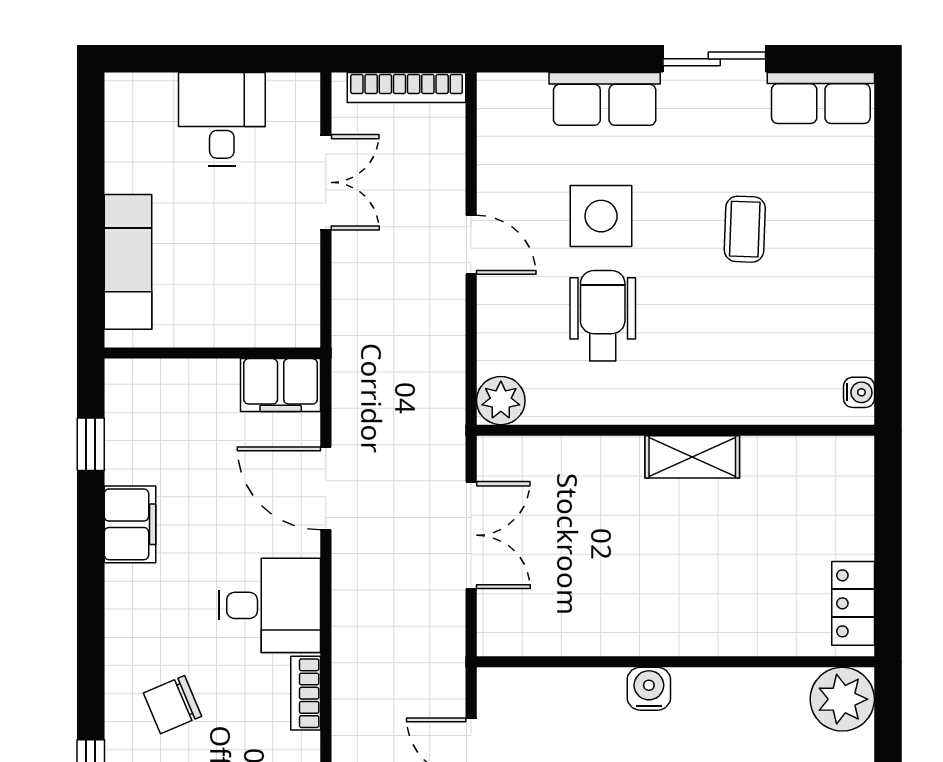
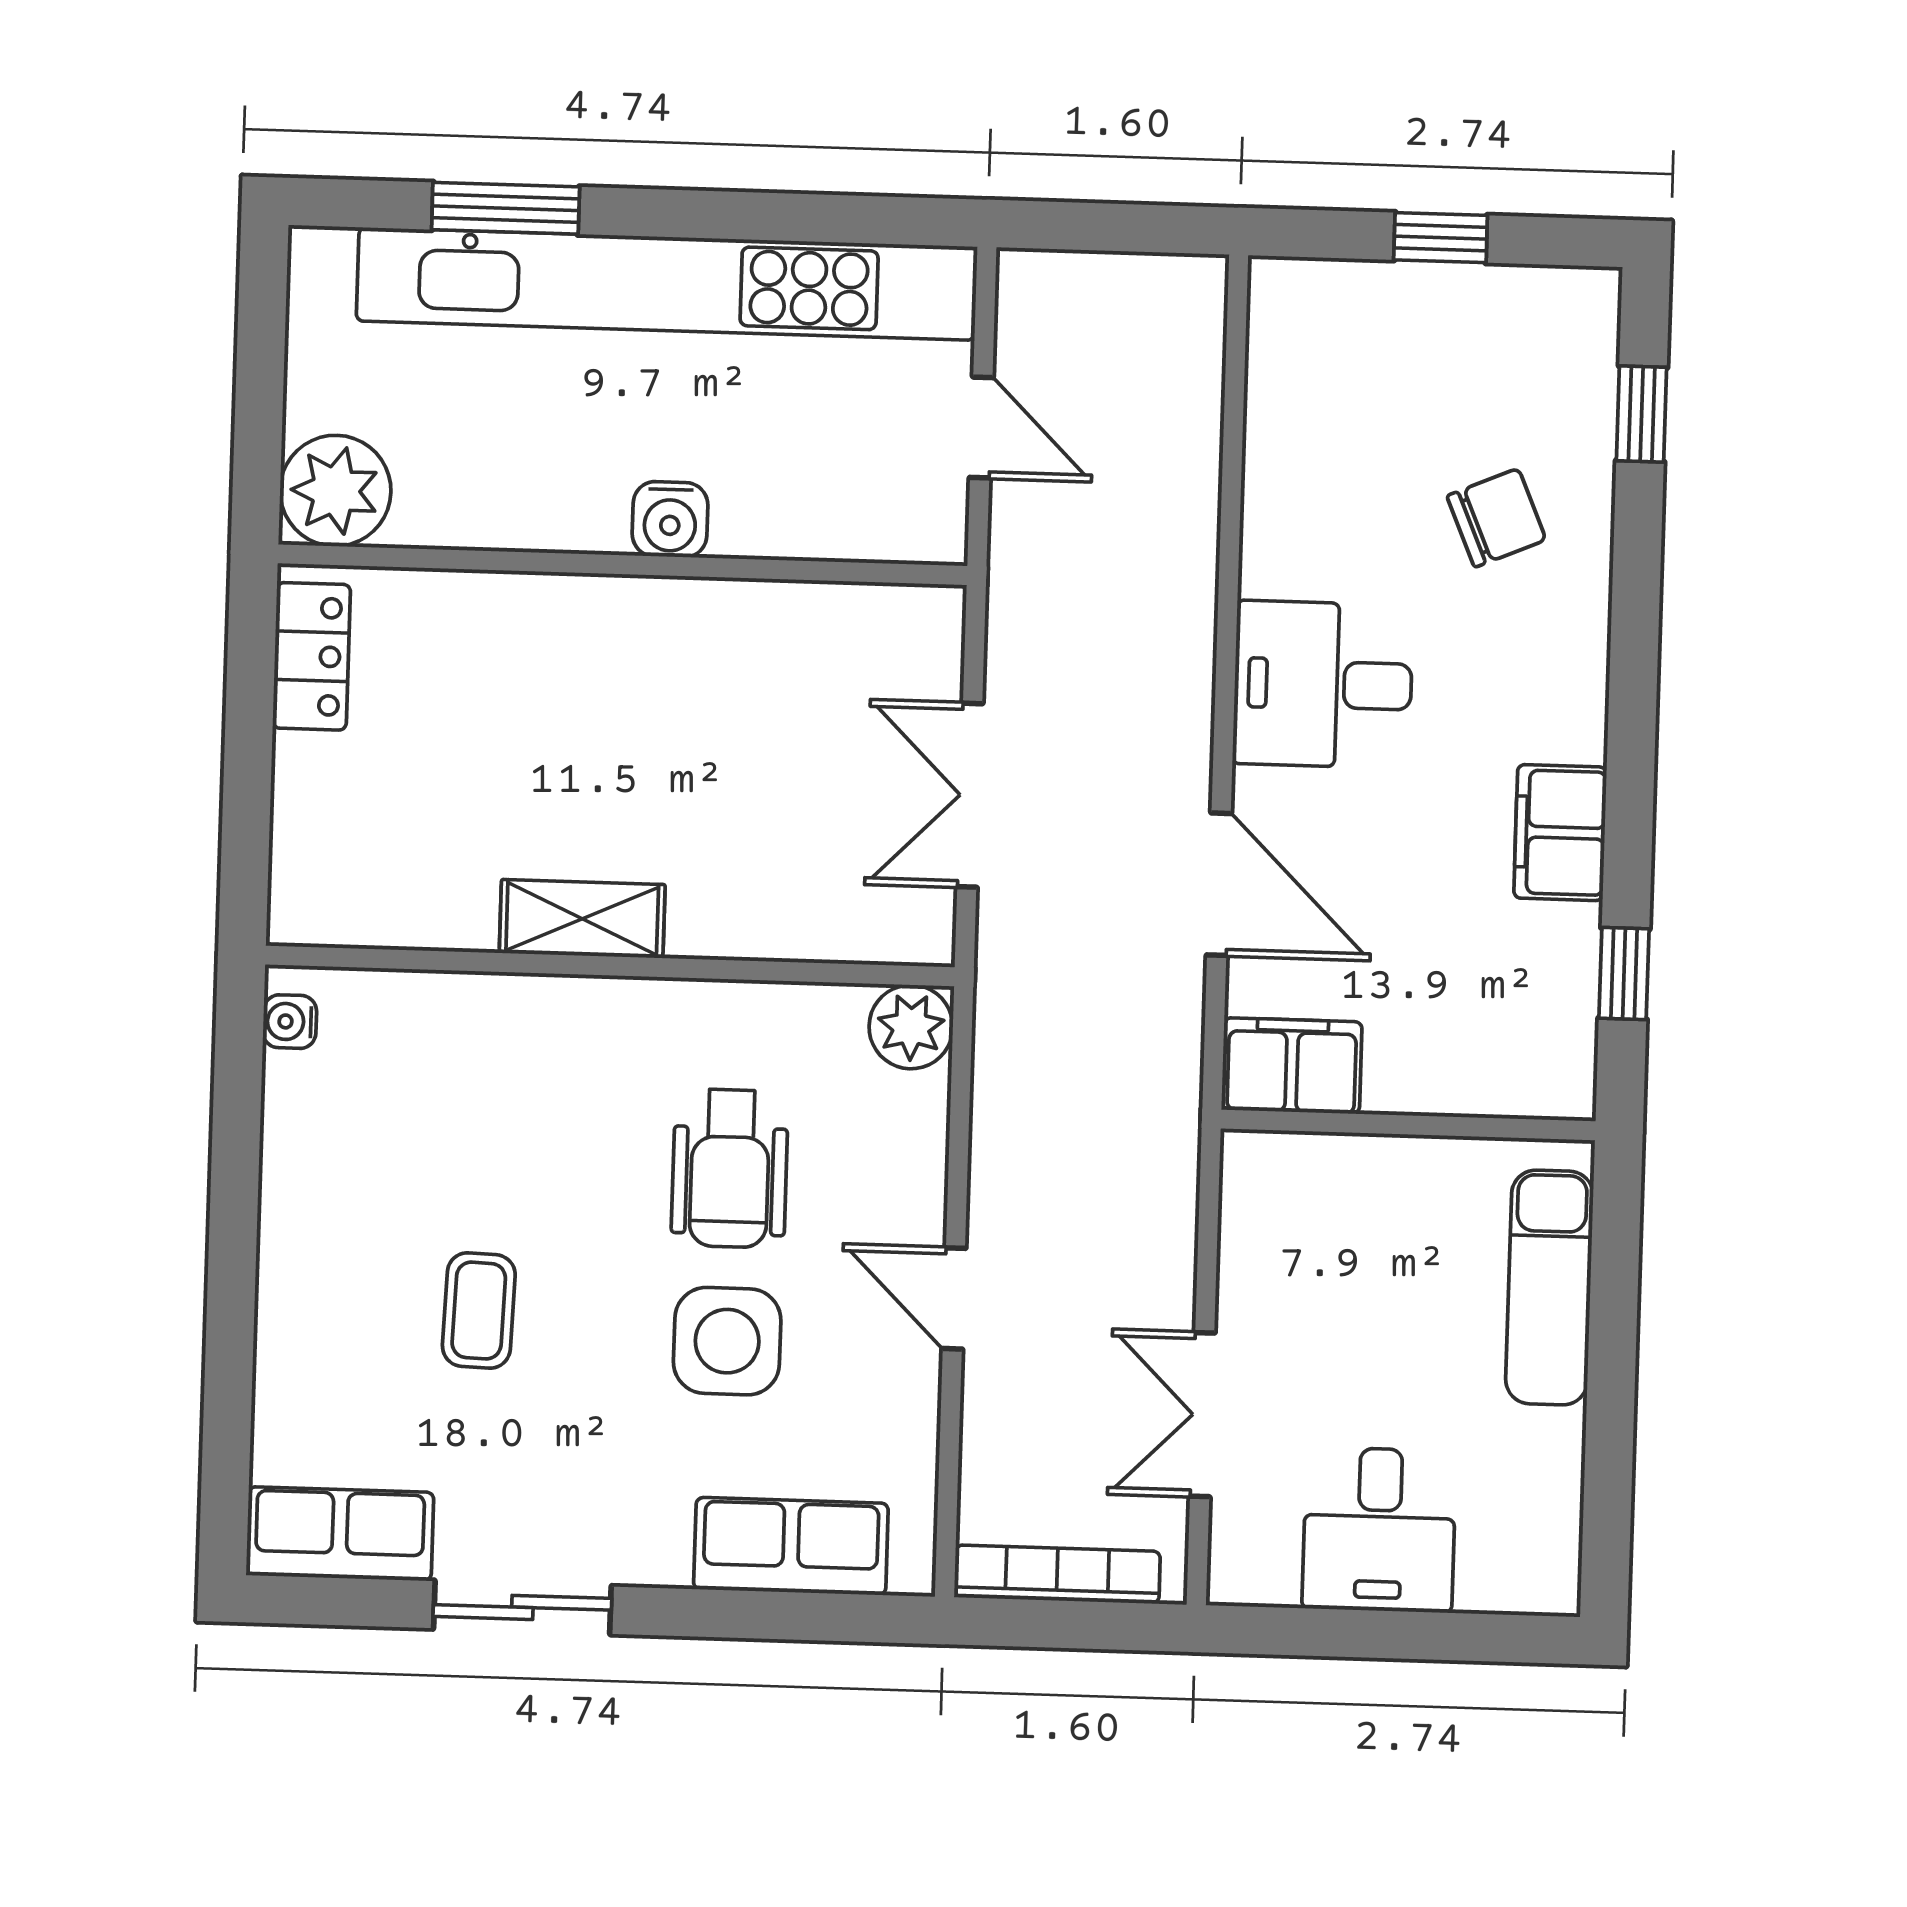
row of seats: (605, 99) -> (791, 1546), moved
bookcase: (306, 693) -> (1265, 530), removed

